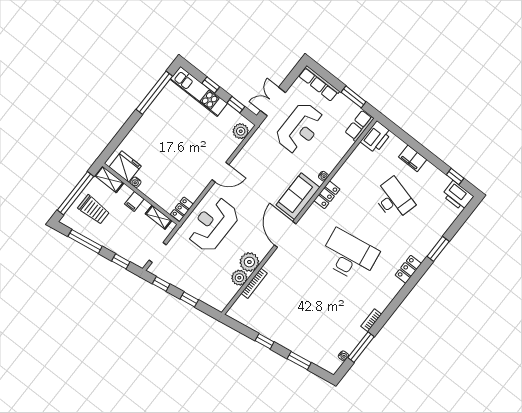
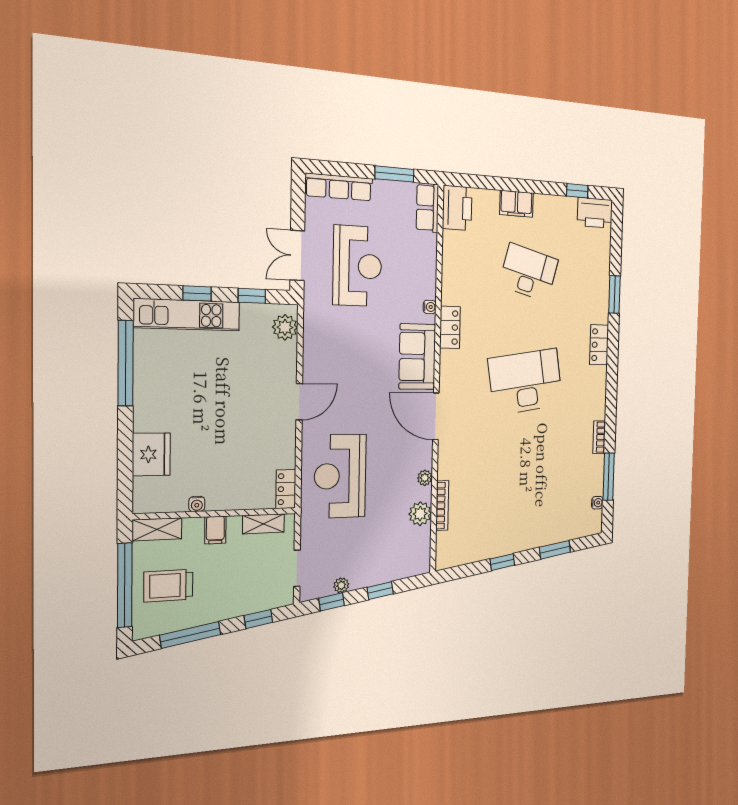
fridge: (125, 166) -> (151, 454), moved, turned 90
trolley: (94, 210) -> (168, 586), turned 180
plant: (249, 262) -> (425, 478), width x0.53, depth x0.53
plant: (172, 280) -> (341, 585), added

